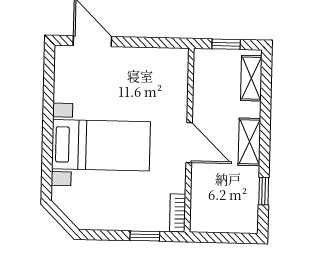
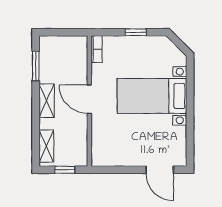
window: (264, 191) -> (36, 66), width x1.50
window: (145, 236) -> (136, 32), moved

